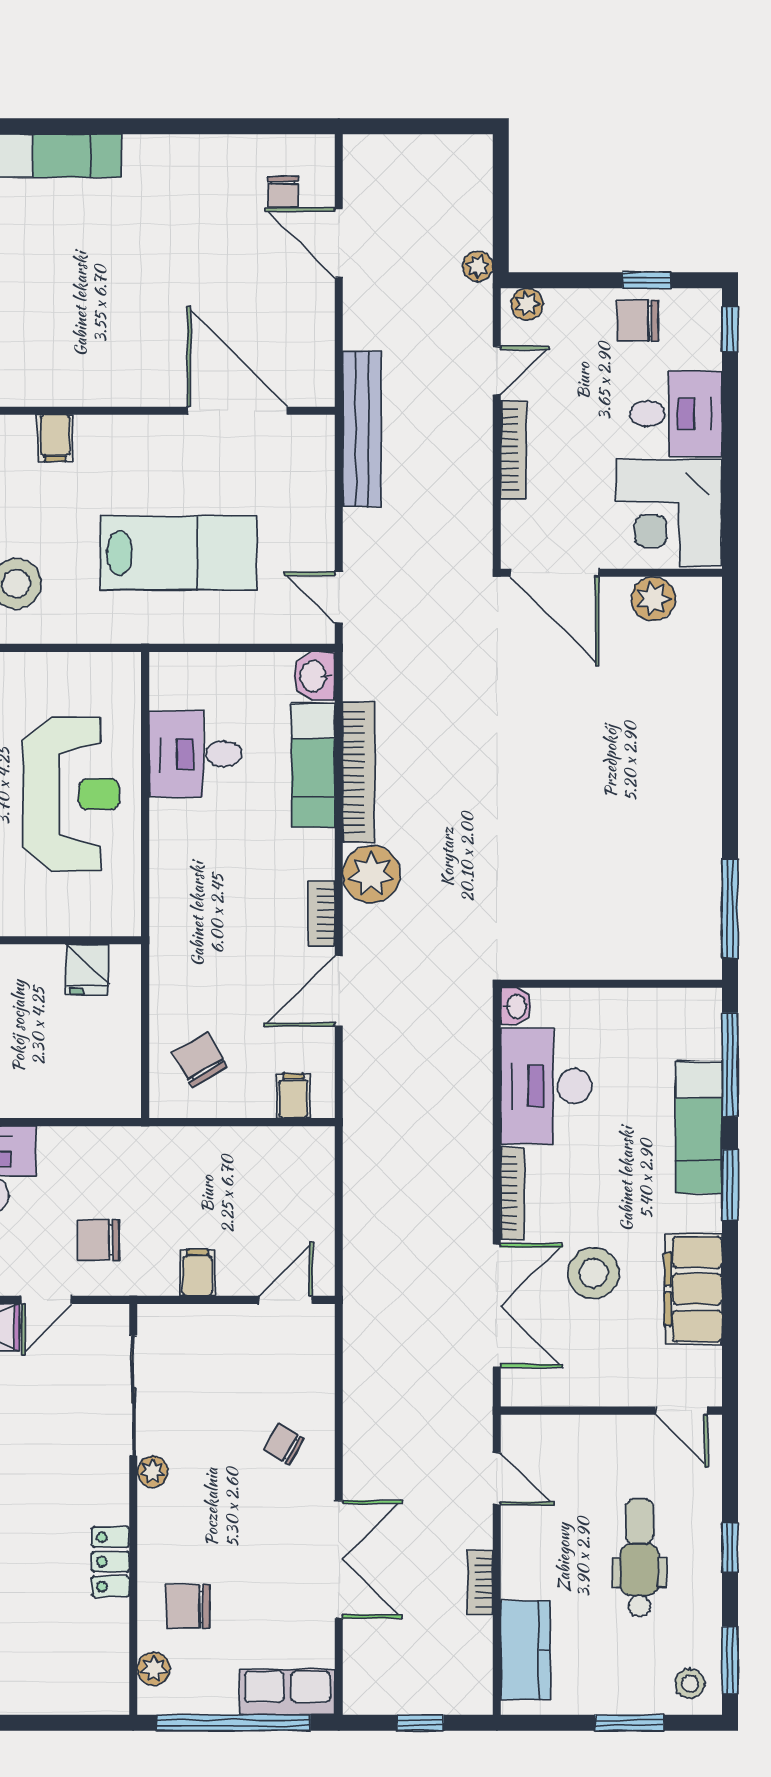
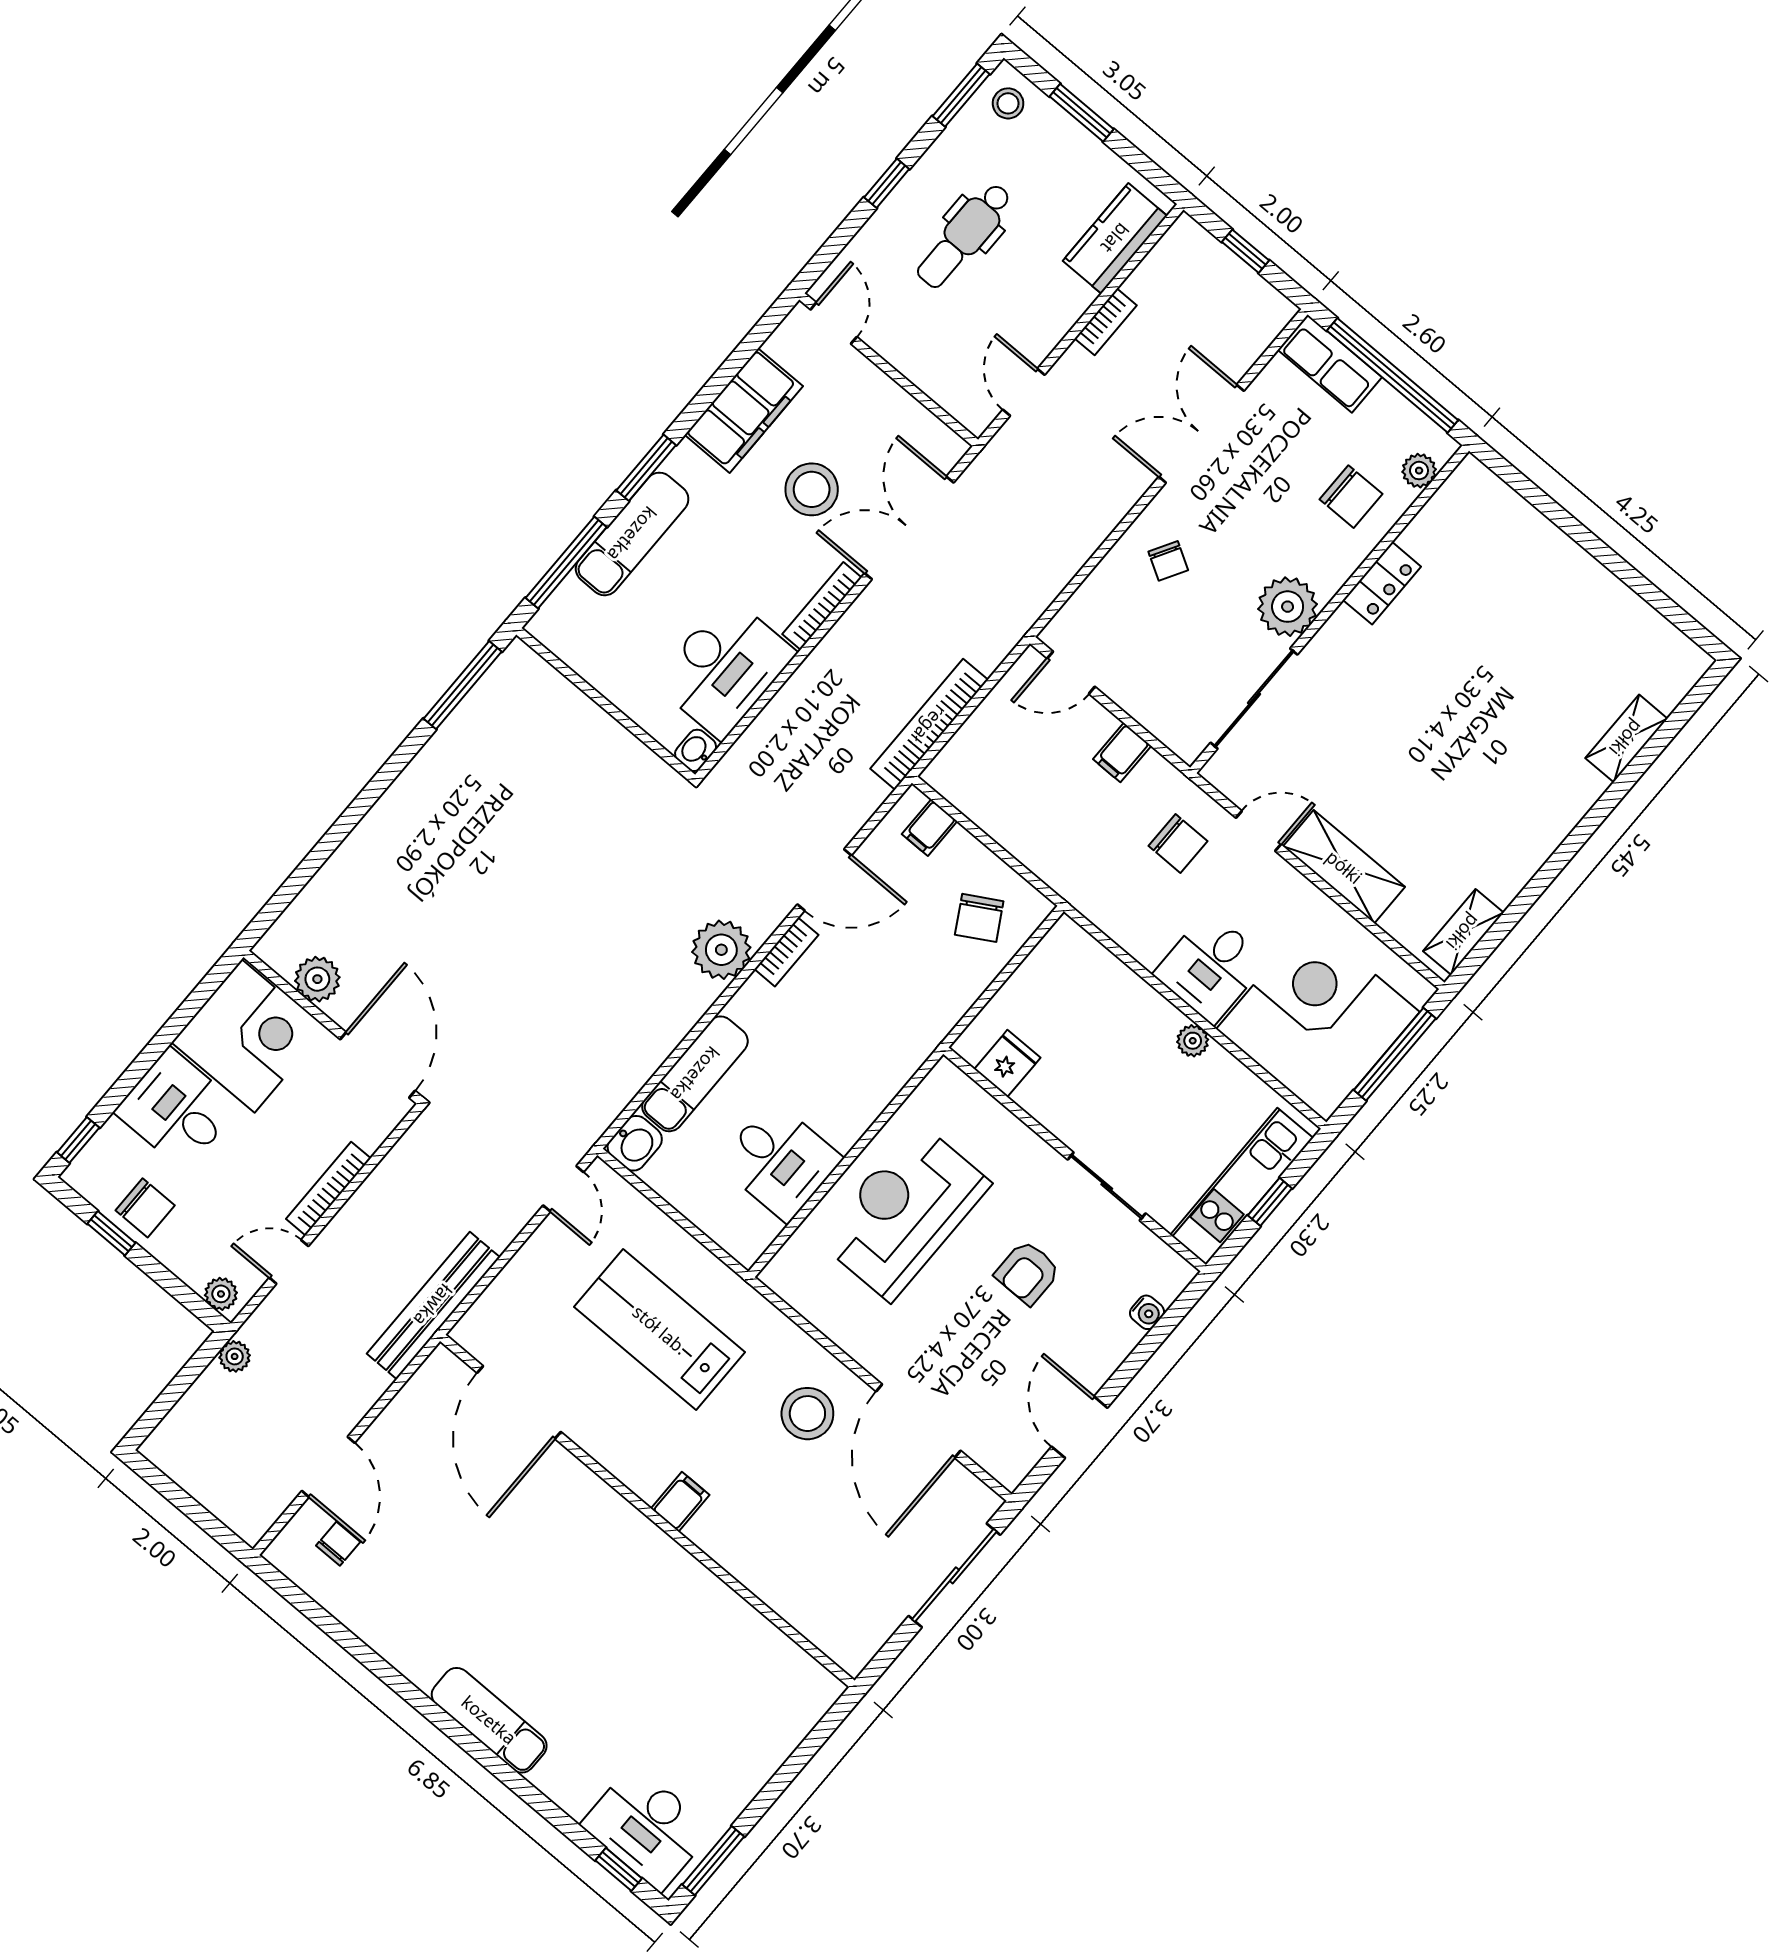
bookcase: (359, 772) -> (929, 724), moved
plant: (153, 1472) -> (1288, 607), width x1.87, depth x1.87

